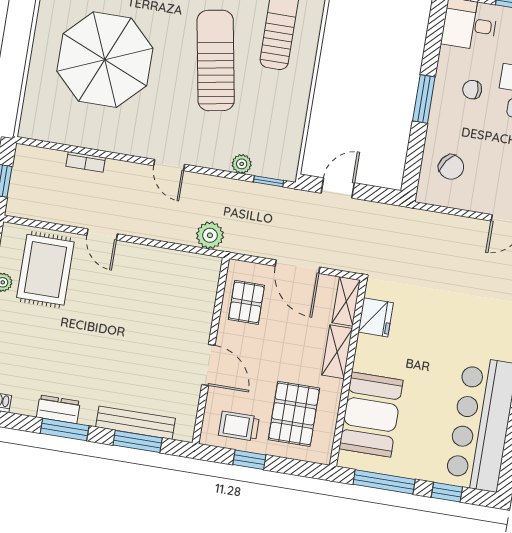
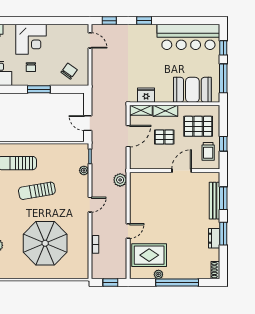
sun lounger: (216, 60) -> (37, 191), width x0.73, depth x0.75
pallet: (246, 302) -> (164, 137), moved

